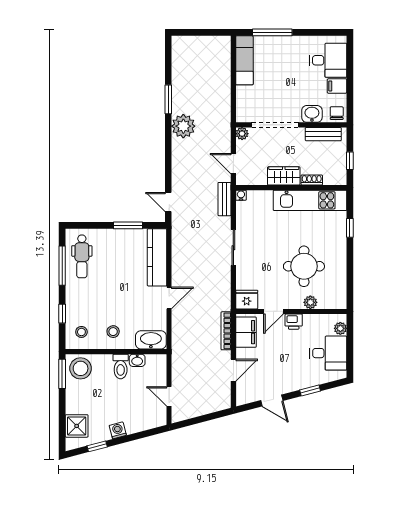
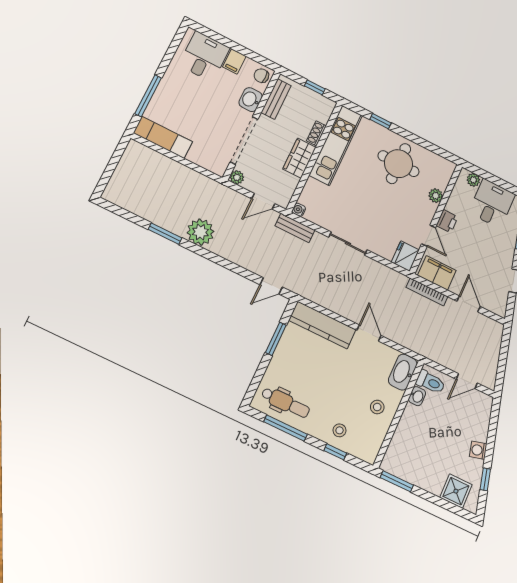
round table: (304, 266) -> (398, 164), moved
stool: (81, 332) -> (339, 430), moved
toilet: (121, 366) -> (430, 382), moved
stool: (81, 368) -> (400, 459), removed

